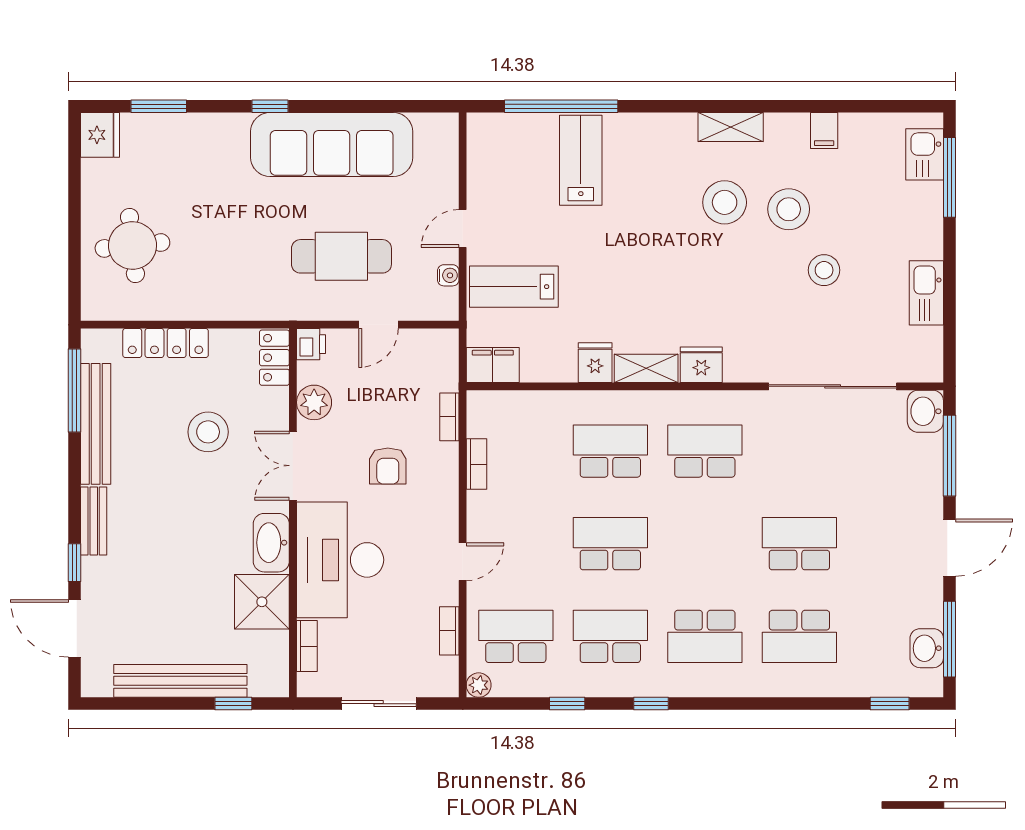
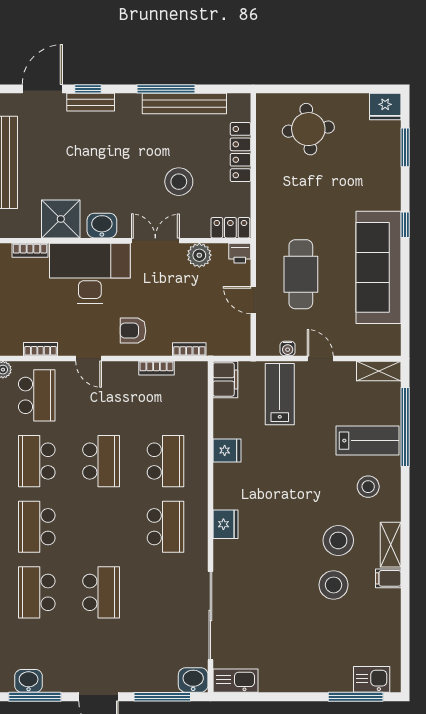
filing cabinet: (824, 130) -> (388, 578), moved
stool: (824, 270) -> (368, 487), moved
kitchen sink: (926, 293) -> (235, 681), moved
shelving: (646, 368) -> (379, 371), moved, turned 90
window: (74, 391) -> (166, 89), moved
armchair: (388, 466) -> (133, 331), moved
bench: (94, 521) -> (91, 102), moved
washbasin: (271, 543) -> (102, 226), width x0.72
school desk: (610, 636) -> (37, 461), turned 180

